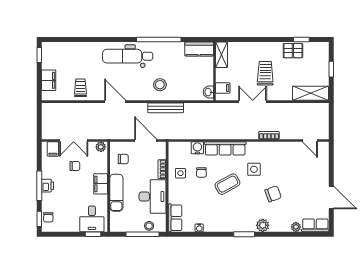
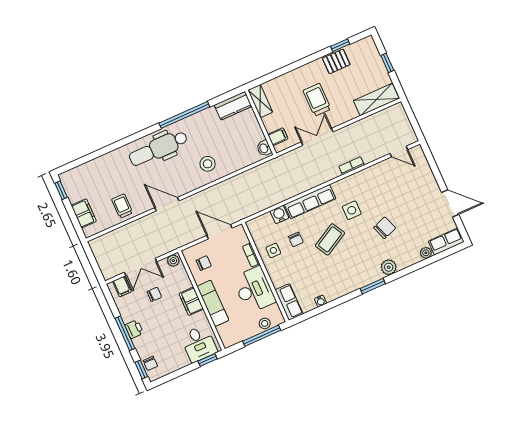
bench: (166, 108) -> (225, 186), removed

